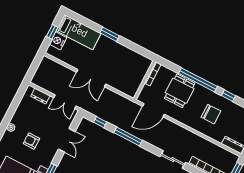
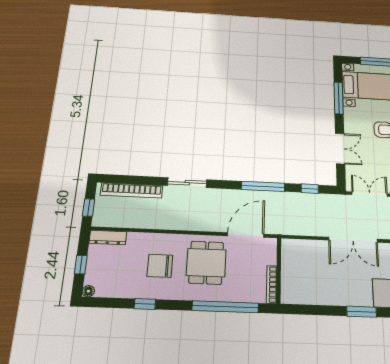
double door: (91, 78) -> (353, 240), swing flipped
window: (198, 80) -> (225, 307), moved
dining table: (180, 91) -> (206, 263), moved
double door: (67, 140) -> (340, 149), swing flipped

